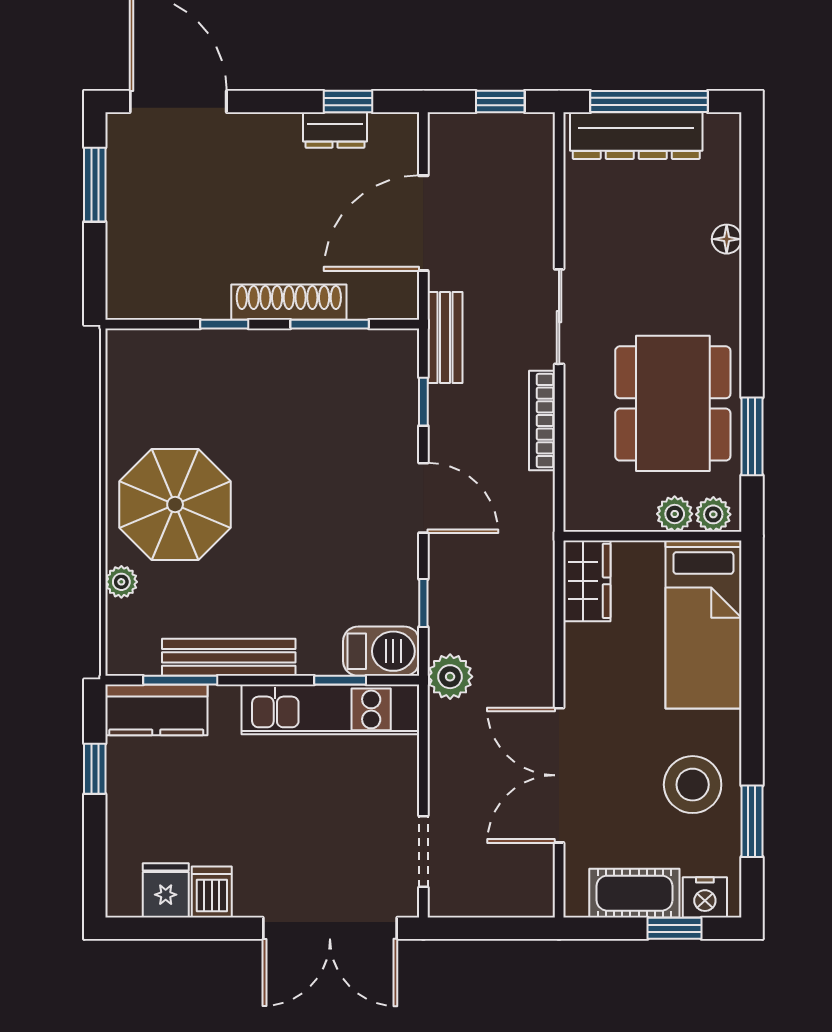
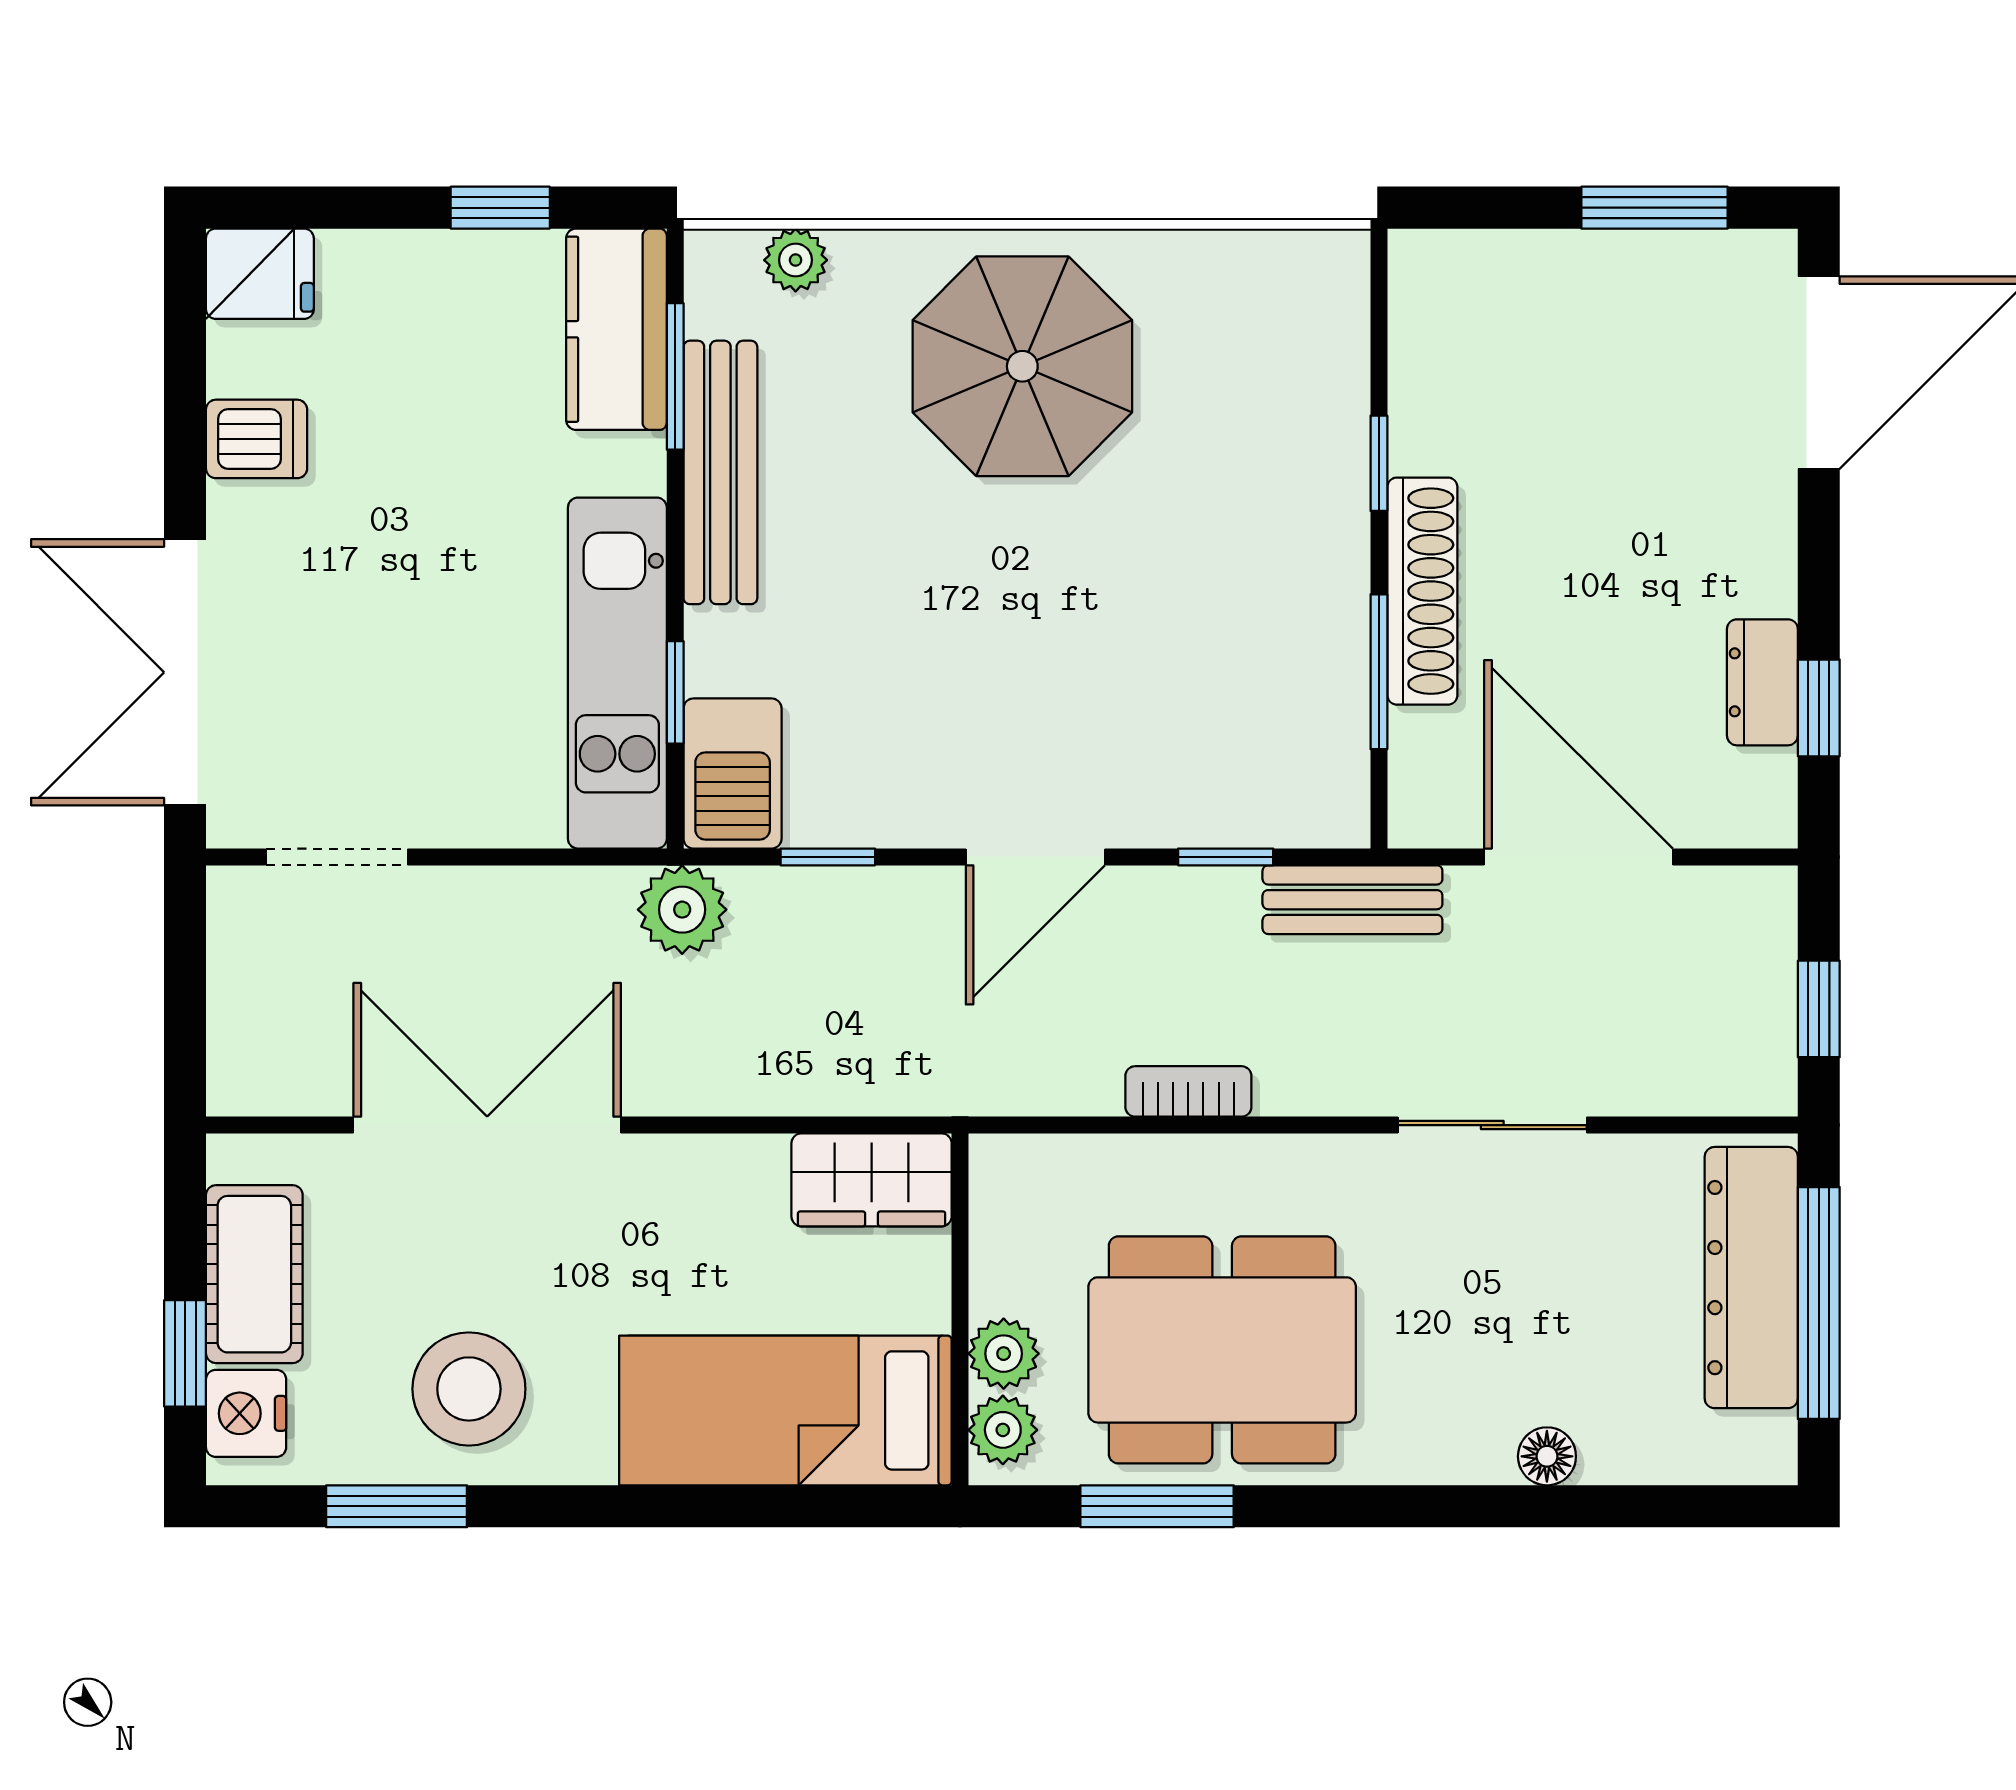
sliding door: (559, 317) -> (1492, 1125), moved
bookcase: (542, 421) -> (1188, 1091), width x0.64
plant: (121, 582) -> (796, 260), moved
fridge: (166, 890) -> (260, 274), moved

